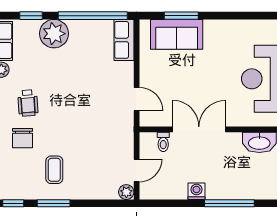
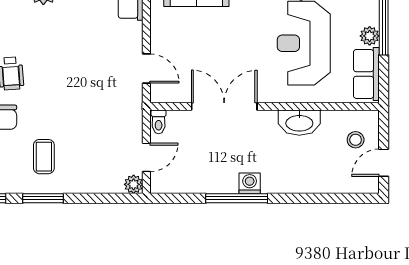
toilet: (163, 142) -> (159, 122), moved
washing machine: (196, 191) -> (250, 183), moved
window: (229, 203) -> (237, 198), moved

